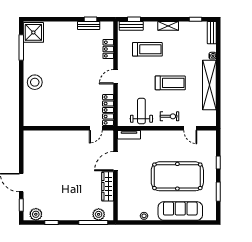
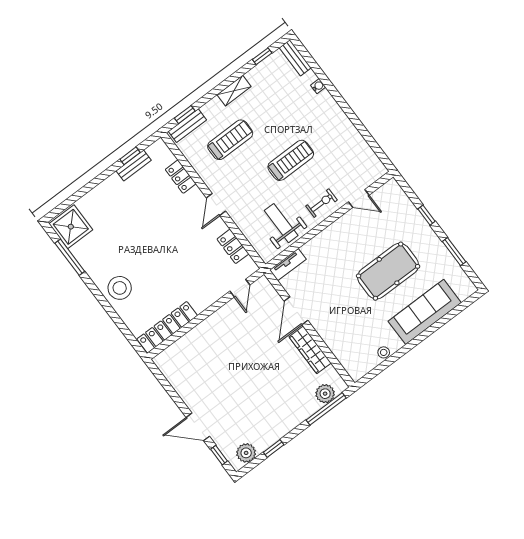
shelving: (209, 85) -> (342, 126), removed
locker: (108, 110) -> (233, 246), width x0.66
locker: (44, 120) -> (167, 327), added
pool table: (177, 176) -> (388, 271), width x0.73, depth x0.76

